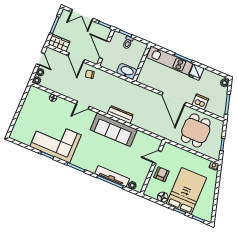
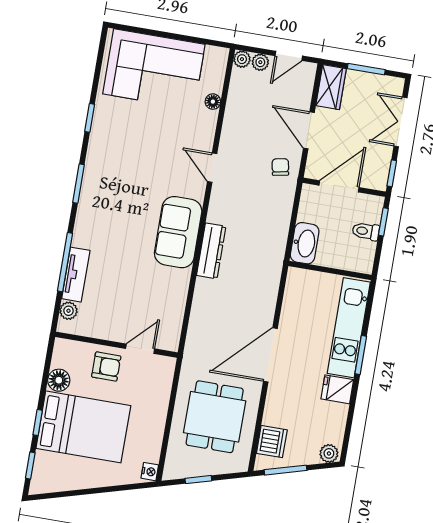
door: (76, 58) -> (309, 130), hinge flipped
dishwasher: (200, 102) -> (272, 442), moved
sofa: (114, 130) -> (178, 232), width x0.73
dining table: (196, 131) -> (215, 417), turned 90
corner sofa: (56, 141) -> (154, 69), moved, turned 90
door: (157, 157) -> (140, 349), hinge flipped
tv unit: (112, 176) -> (76, 275), width x0.71

